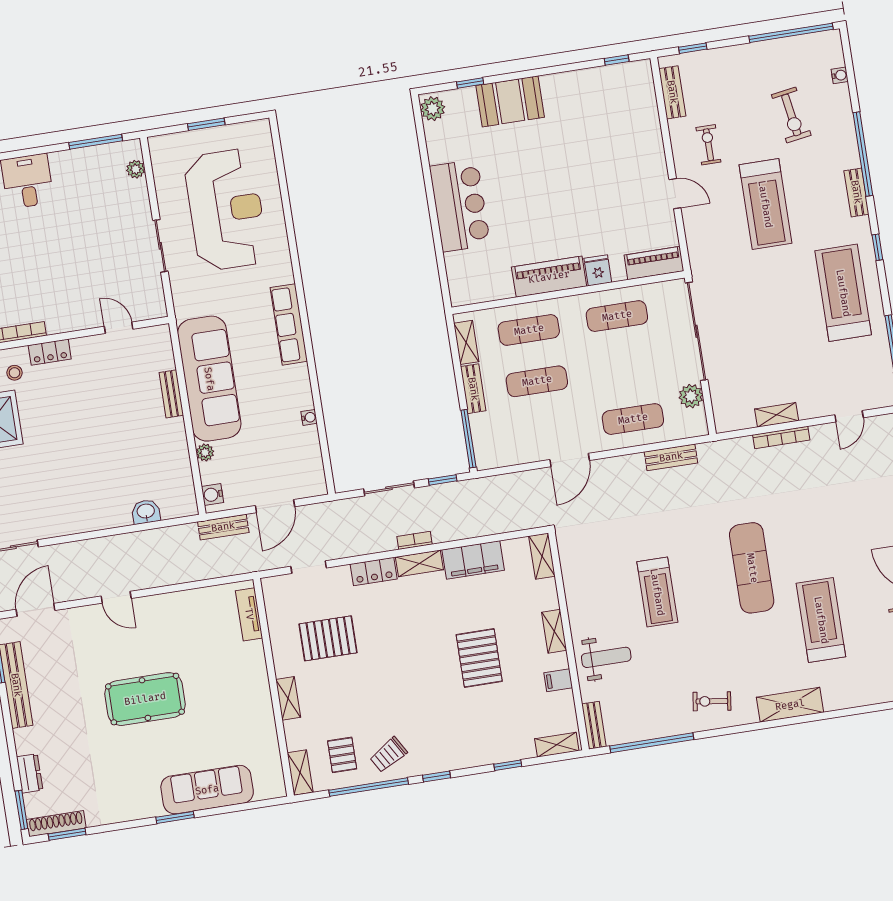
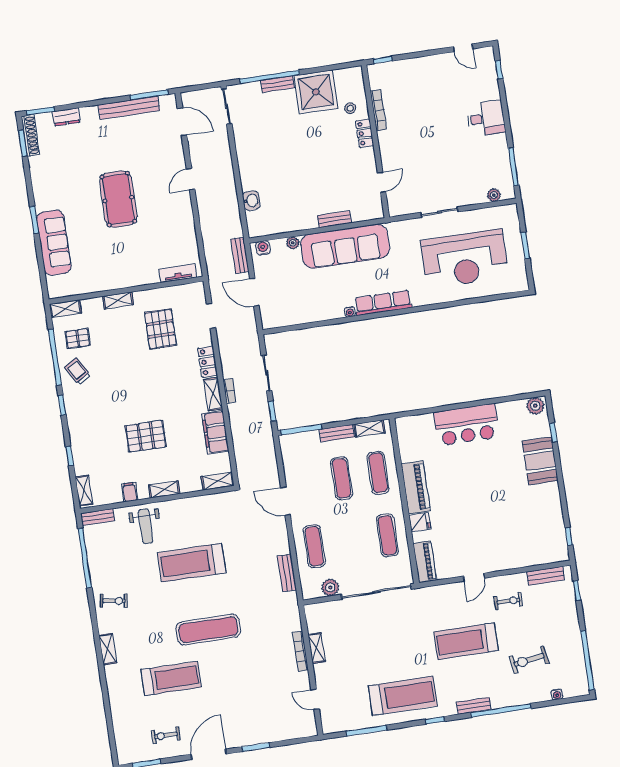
water cooler: (309, 417) -> (350, 312), moved
treadmill: (657, 592) -> (192, 563), width x1.37, depth x1.38
exercise bike: (712, 701) -> (114, 601), turned 91
shelving: (790, 705) -> (108, 649), width x0.67, depth x0.75

